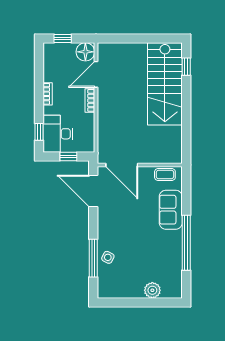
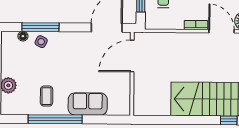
coffee table: (165, 174) -> (47, 96), moved
floor lamp: (102, 276) -> (23, 36), added

